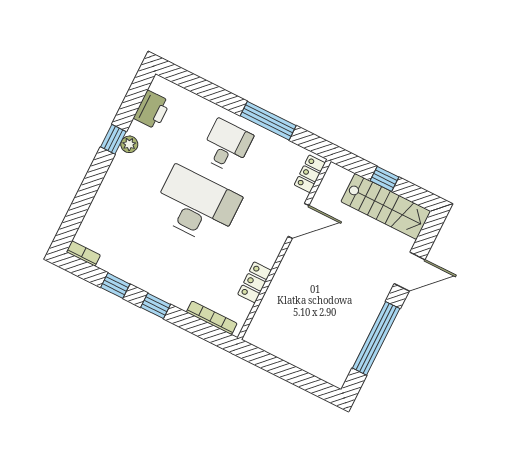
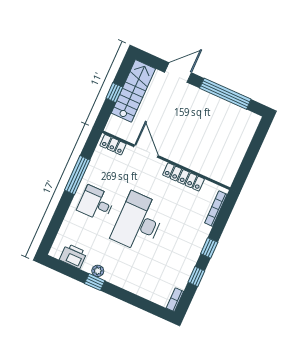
door: (410, 272) -> (178, 72), hinge flipped
locker: (255, 282) -> (183, 177), width x1.53

